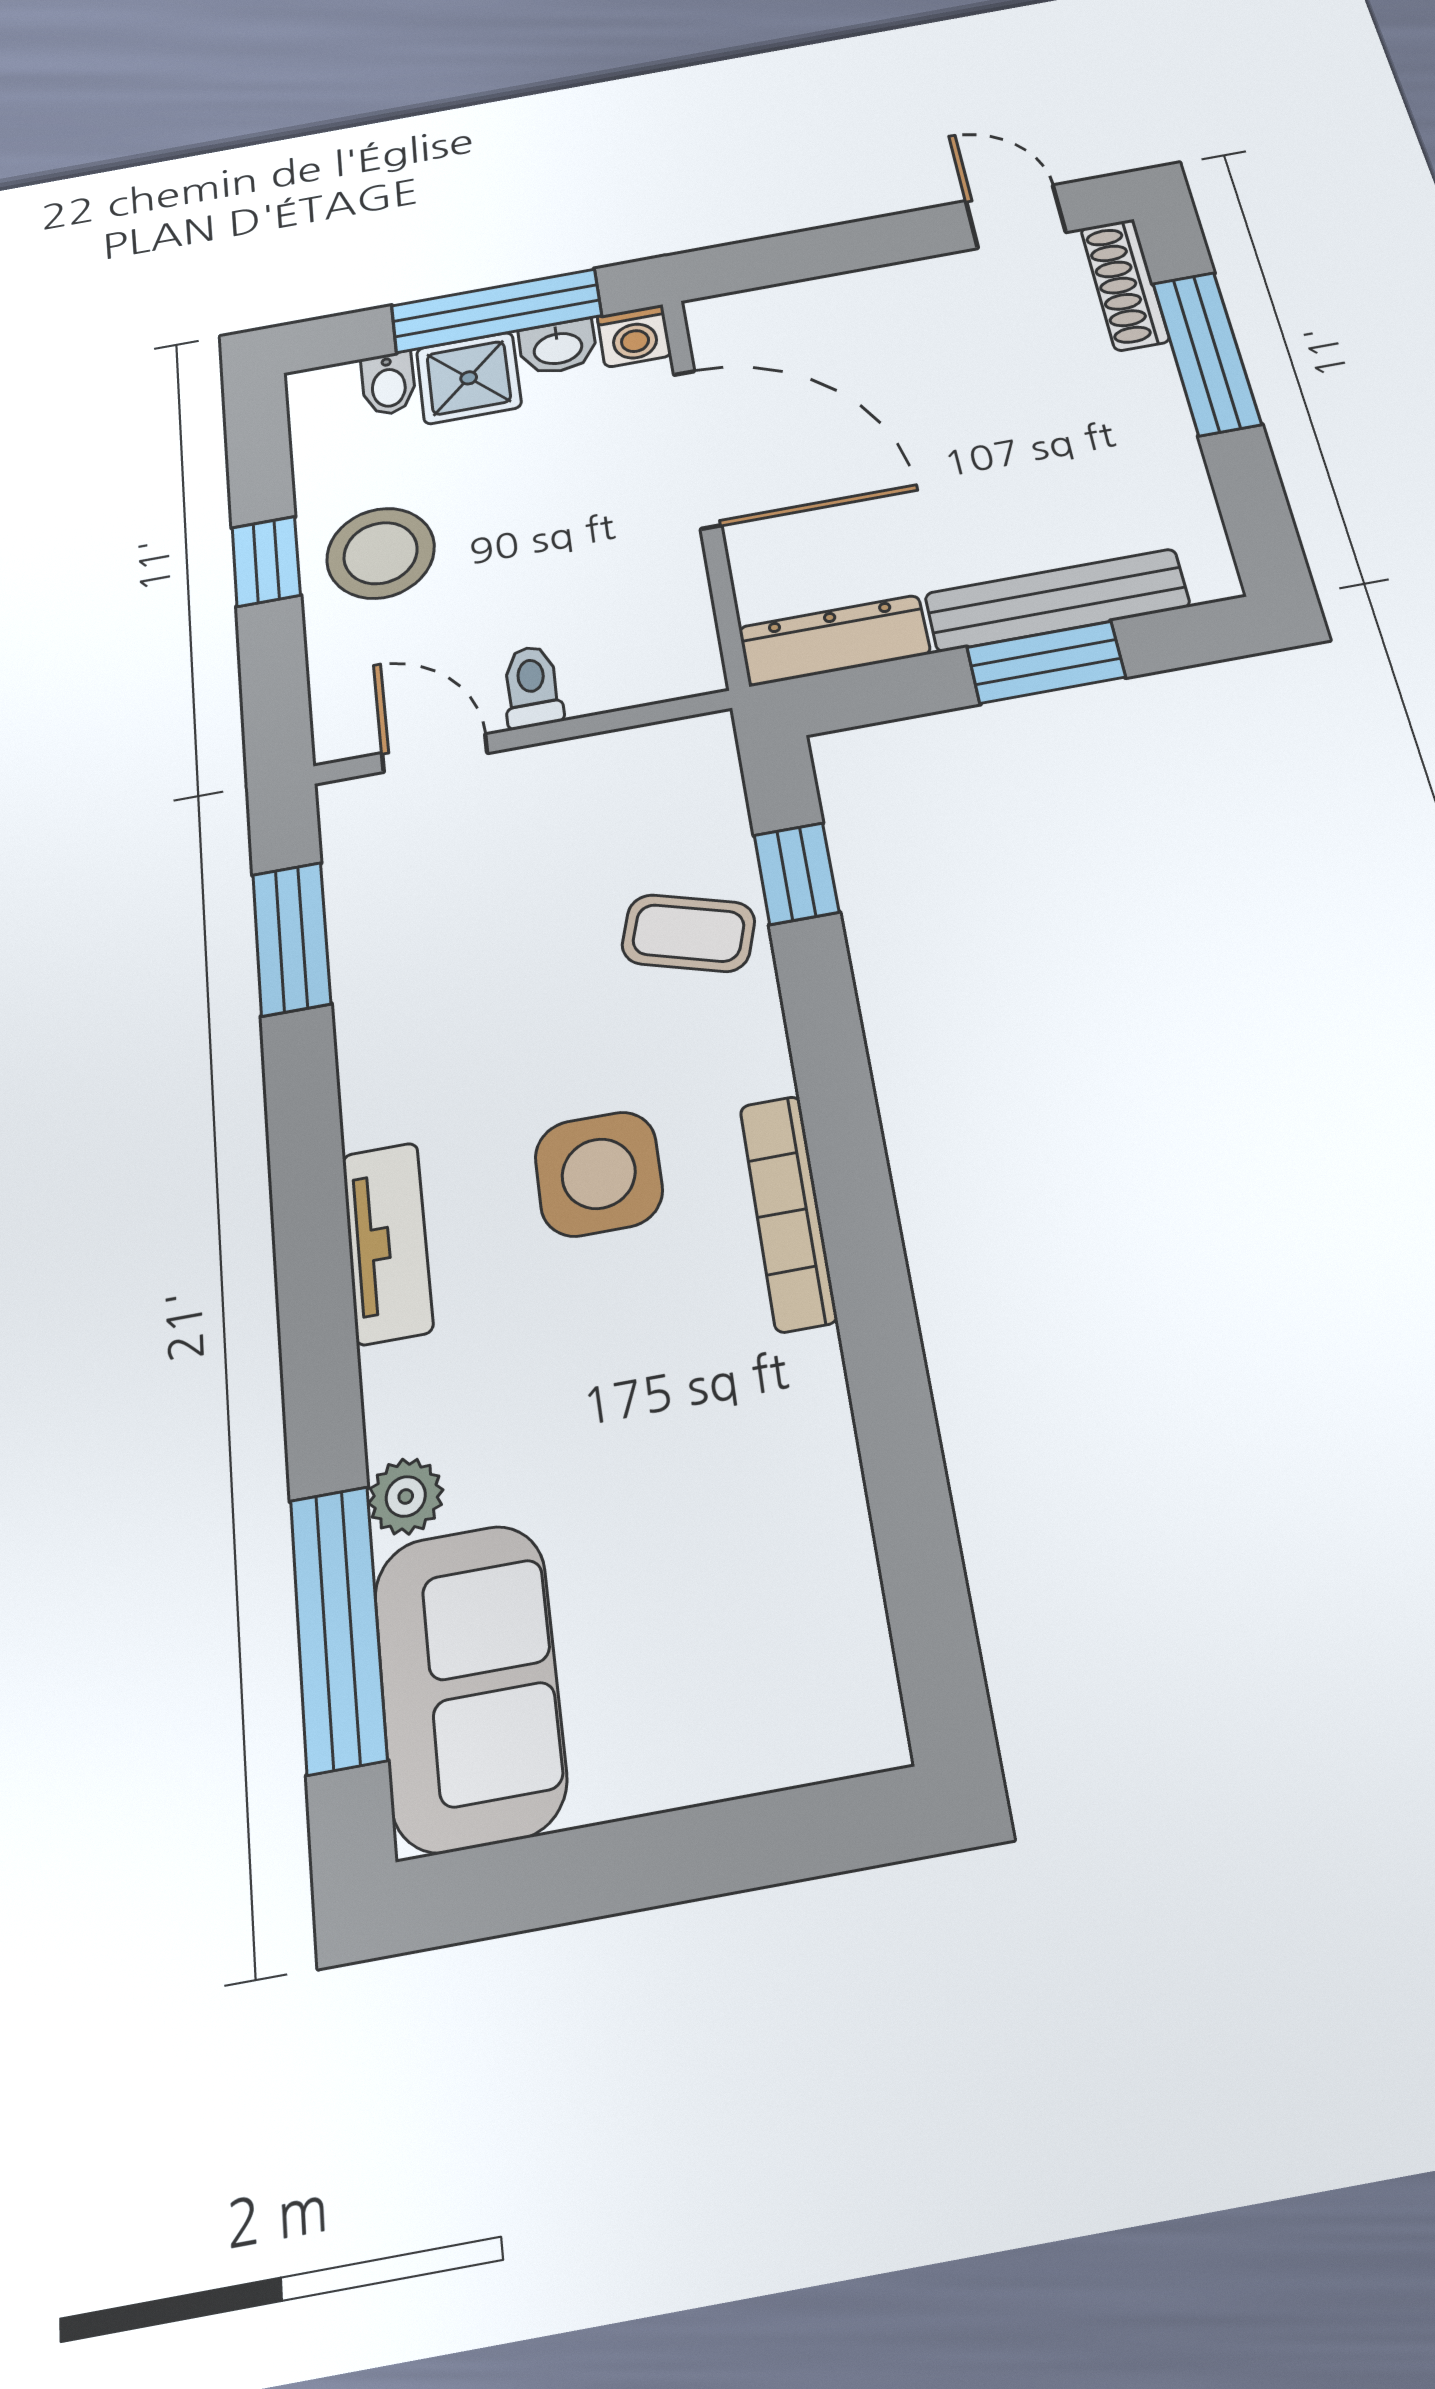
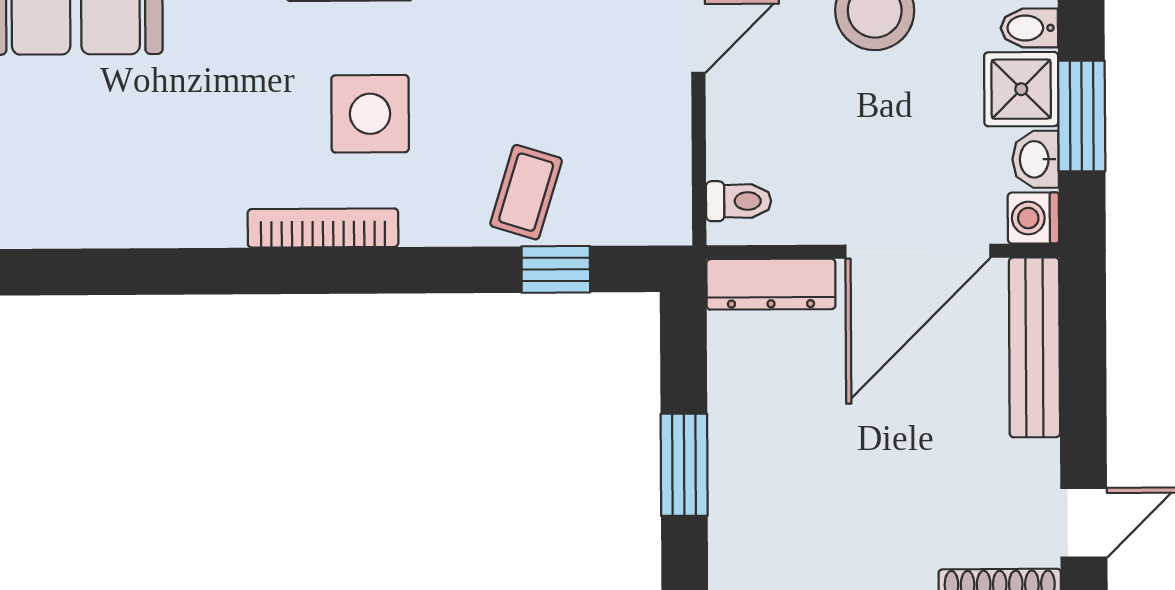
window: (496, 311) -> (1082, 116), width x0.69
bench: (1057, 600) -> (1034, 347), moved
dresser: (834, 641) -> (771, 284), moved, turned 90
toilet: (532, 687) -> (739, 201), moved

